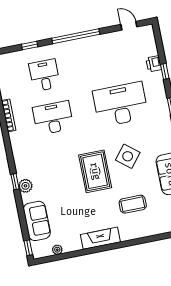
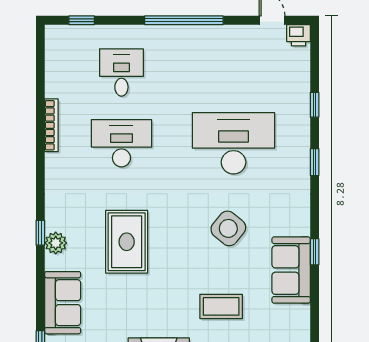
window: (30, 45) -> (82, 20), moved
printer: (154, 64) -> (298, 35), moved, turned -90
rug: (95, 171) -> (127, 242), moved

